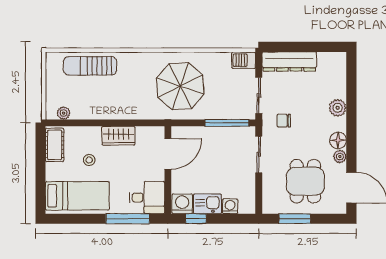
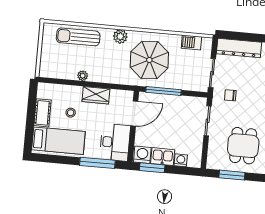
barbecue: (244, 60) -> (191, 43), moved
plant: (142, 61) -> (120, 36), added
plant: (64, 113) -> (83, 76), moved
window: (227, 123) -> (164, 91), moved
cot: (55, 145) -> (43, 113), moved
desk: (147, 198) -> (115, 142), width x1.37
window: (196, 219) -> (152, 168), width x1.50

